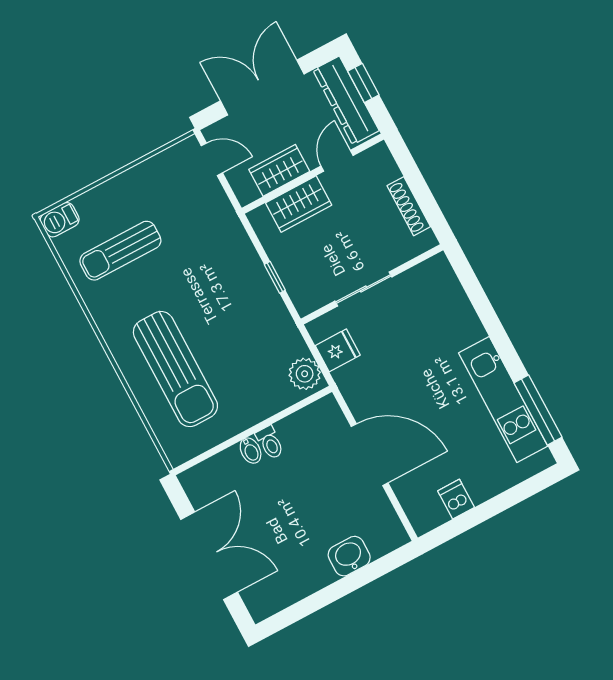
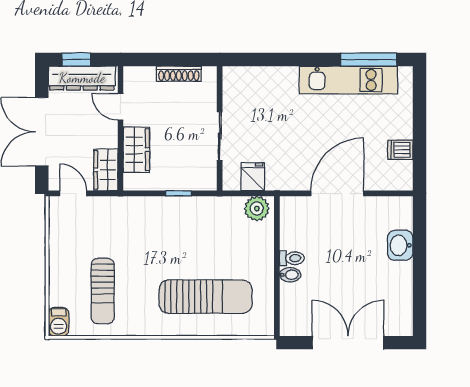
door: (212, 159) -> (73, 193), hinge flipped
wardrobe: (279, 170) -> (106, 170), moved

